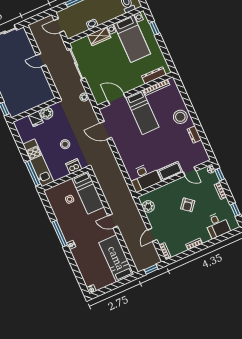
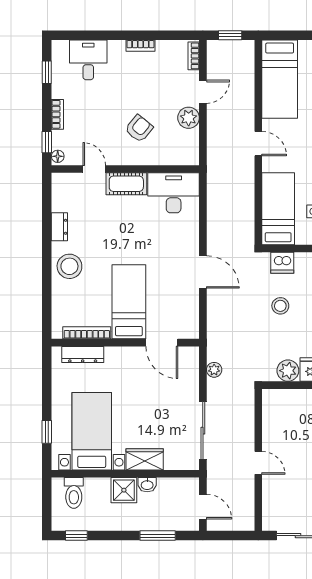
shower: (103, 16) -> (124, 490), added
door: (106, 130) -> (203, 272), moved
armchair: (188, 205) -> (139, 129), moved
plant: (148, 206) -> (189, 118), moved

